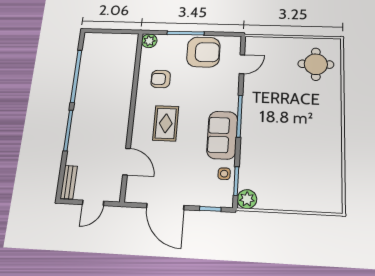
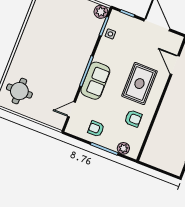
plant: (149, 41) -> (123, 148), moved
armchair: (203, 52) -> (96, 129), width x0.53, depth x0.53
rug: (166, 123) -> (139, 84), width x1.36, depth x1.43
sofa: (222, 135) -> (95, 81), moved

